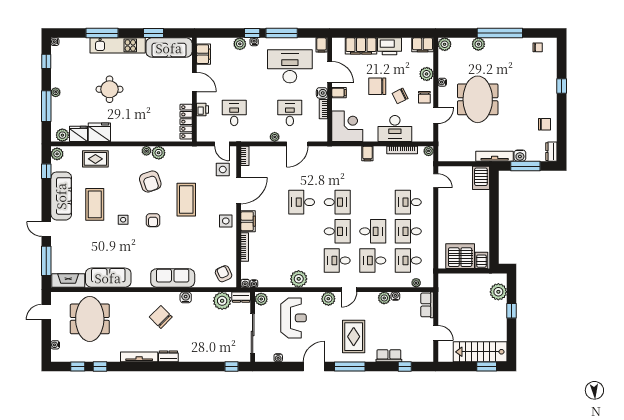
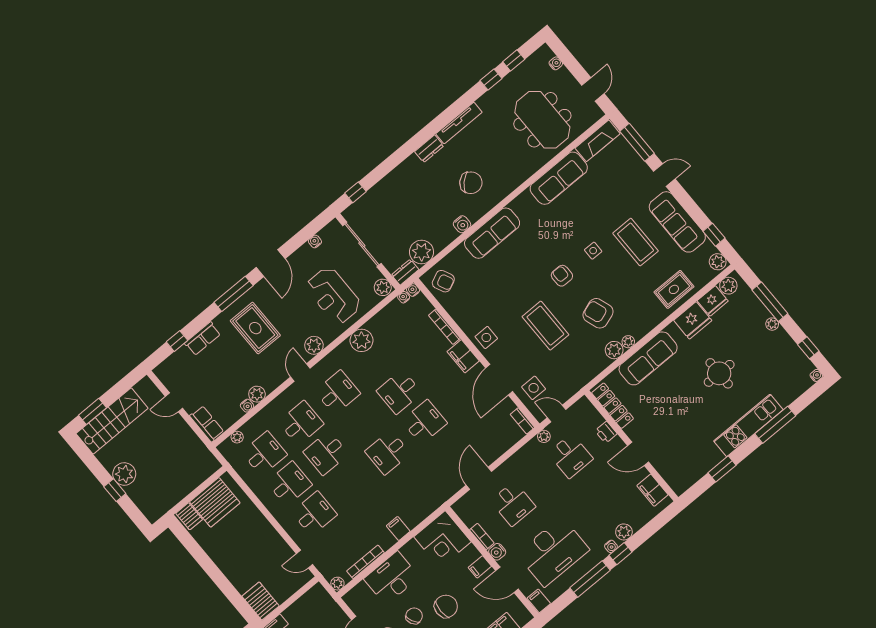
sofa: (169, 48) -> (648, 358), moved, turned 180
plant: (275, 137) -> (544, 436), moved
desk: (337, 231) -> (399, 392), moved
plant: (498, 292) -> (124, 474), moved

